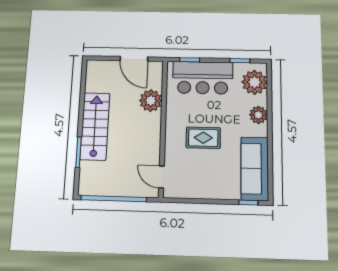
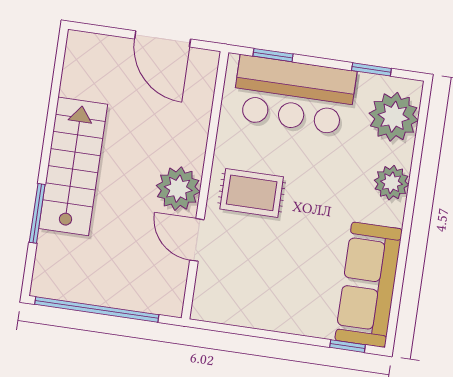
plant: (151, 101) -> (178, 189), moved
rug: (203, 138) -> (252, 193), moved
door: (161, 177) -> (197, 240), moved

